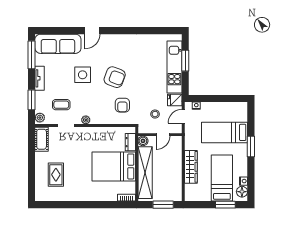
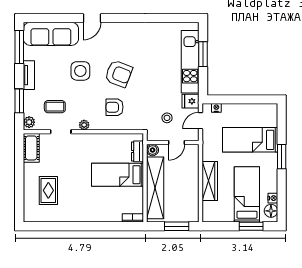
armchair: (122, 105) -> (115, 107), moved, turned 90
bed: (114, 166) -> (118, 175), width x0.67

